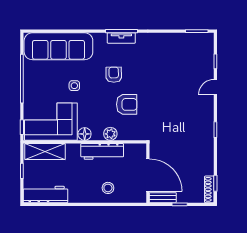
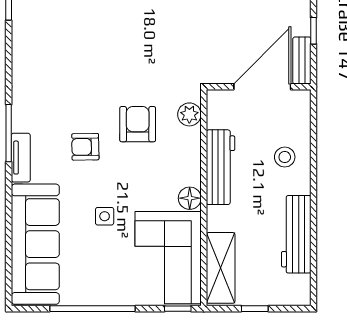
tv unit: (121, 38) -> (21, 158), moved
plant: (110, 134) -> (189, 114), moved
workbench: (45, 194) -> (296, 234), moved

